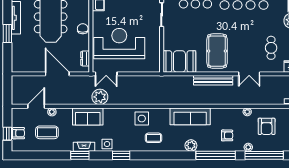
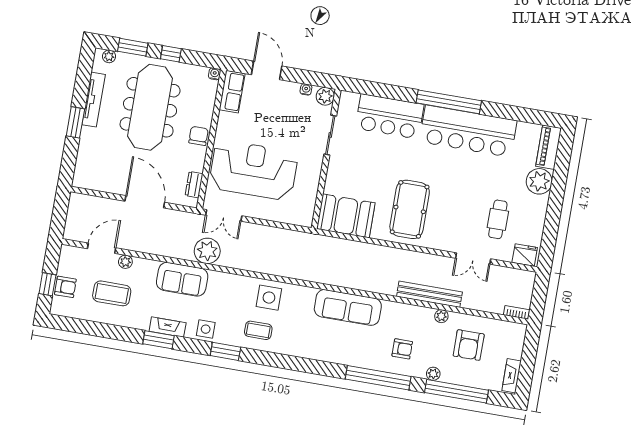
double door: (249, 74) -> (473, 258), moved
bench: (213, 80) -> (429, 294), moved
coffee table: (154, 138) -> (258, 330), moved
plant: (191, 145) -> (341, 355), removed

